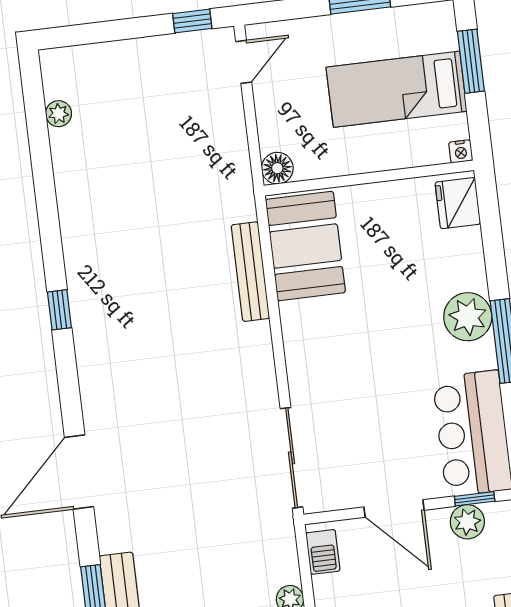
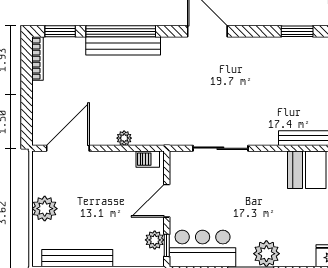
window: (59, 310) -> (297, 31), width x1.50
sliding door: (292, 458) -> (220, 148), moved

